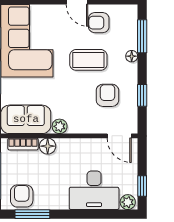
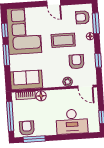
armchair: (99, 23) -> (82, 17), moved
plant: (60, 126) -> (68, 82), moved
plant: (128, 202) -> (93, 128), removed

